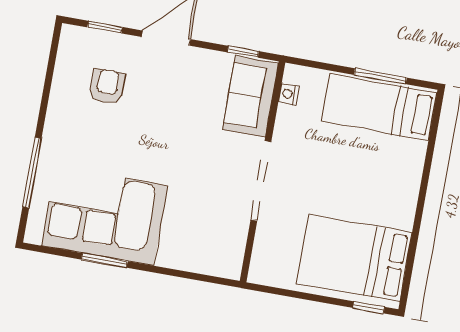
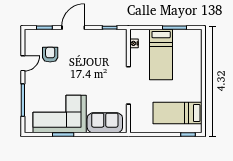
door: (46, 94) -> (23, 63), added
sofa: (250, 96) -> (105, 123), moved, turned 90
bed: (379, 107) -> (161, 55), moved, turned -90
bed: (354, 258) -> (177, 113), width x0.67

